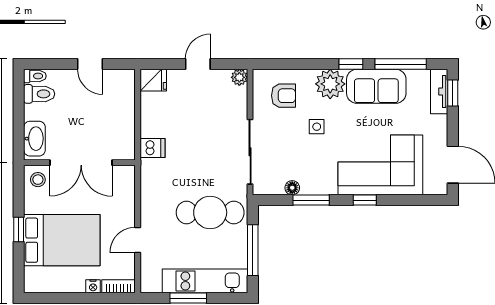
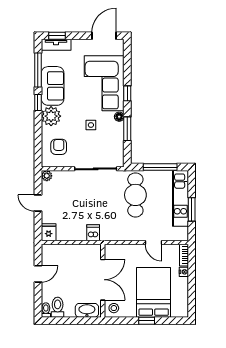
side table: (317, 127) -> (91, 125), moved
floor lamp: (292, 188) -> (119, 117), moved

